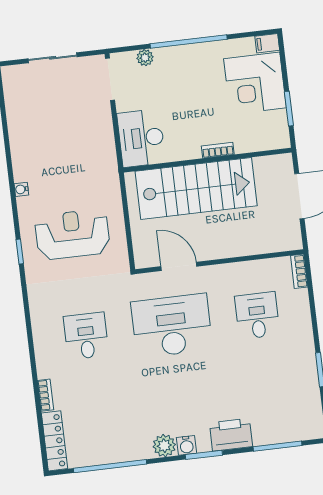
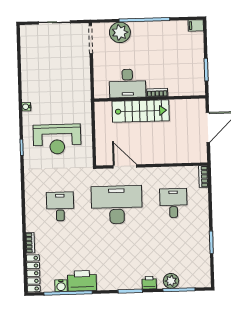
plant: (145, 58) -> (120, 32), width x1.88, depth x1.88
corner desk: (255, 83) -> (185, 51), removed
desk: (141, 138) -> (128, 83), moved, turned -90
stairs: (196, 189) -> (141, 111), width x0.73, depth x0.66
reception desk: (72, 234) -> (57, 139), turned 180
printer: (231, 435) -> (149, 283), width x0.53, depth x0.68
water cooler: (187, 445) -> (61, 286), moved
printer: (129, 446) -> (82, 281), added
plant: (164, 446) -> (171, 281), moved

